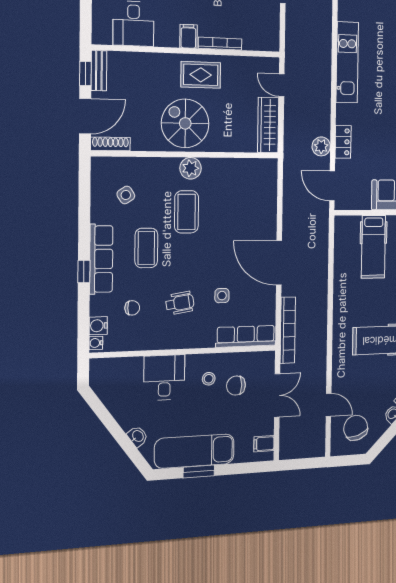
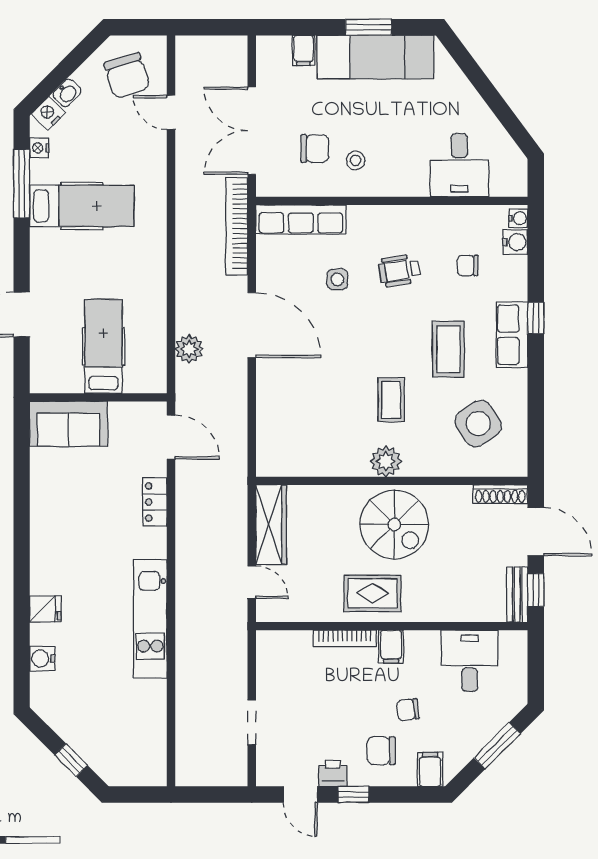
door: (85, 116) -> (536, 532), swing flipped
plant: (321, 146) -> (189, 349), moved
side table: (126, 195) -> (478, 424), width x1.87, depth x1.87
coffee table: (186, 212) -> (391, 400), width x0.73, depth x0.77
row of seats: (101, 259) -> (512, 335), width x0.68
desk: (164, 378) -> (459, 165), moved
double door: (277, 395) -> (252, 131), width x1.37
washbasin: (138, 436) -> (458, 84), removed
filing cabinet: (264, 444) -> (304, 50), moved, turned 90

